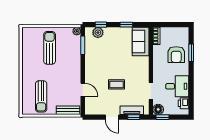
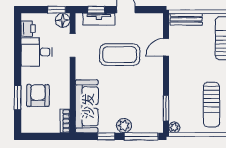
window: (101, 25) -> (141, 136), width x2.17
plant: (98, 33) -> (124, 126), moved
sofa: (141, 41) -> (87, 106), width x1.36
coffee table: (117, 84) -> (120, 55), width x1.86, depth x1.72
door: (83, 90) -> (166, 47), hinge flipped

